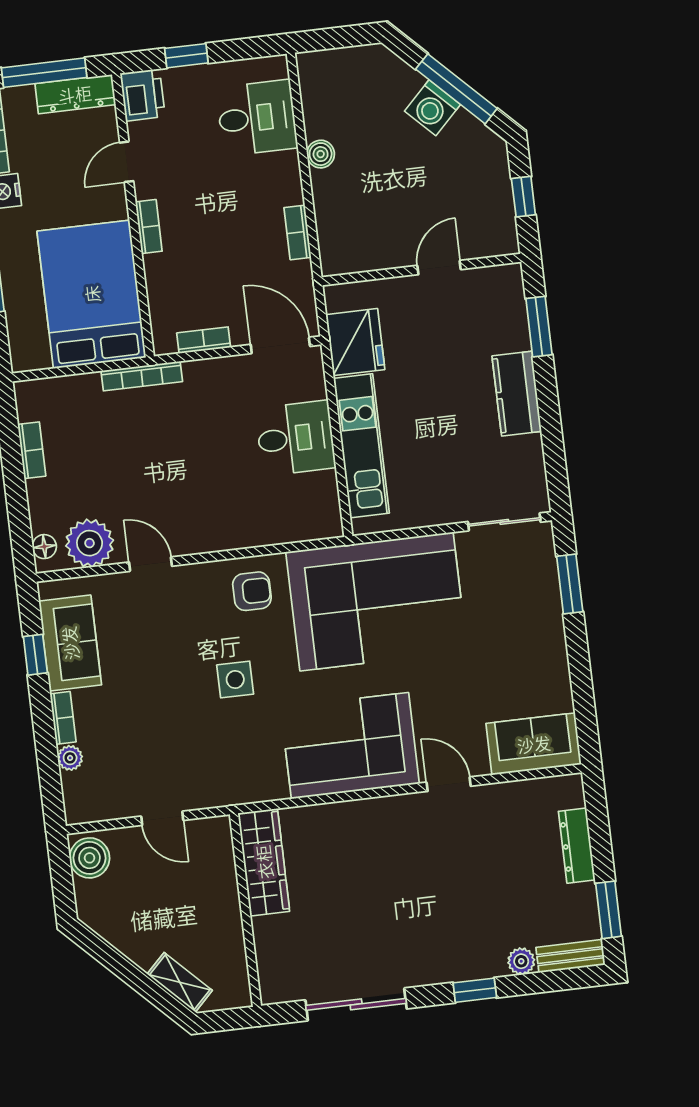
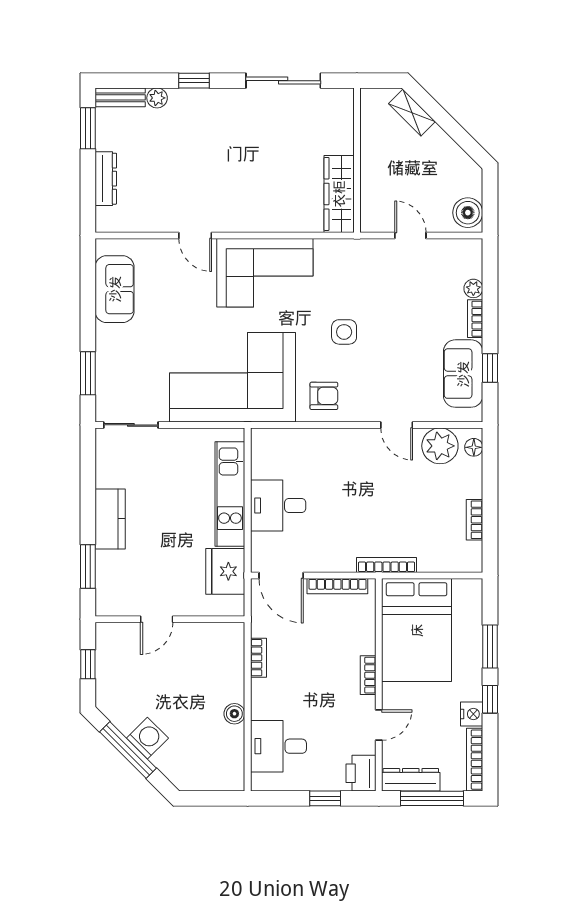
bookcase: (204, 340) -> (337, 586), width x1.56
armchair: (252, 591) -> (324, 396), turned 180
sofa: (534, 744) -> (115, 289), moved, turned -90

